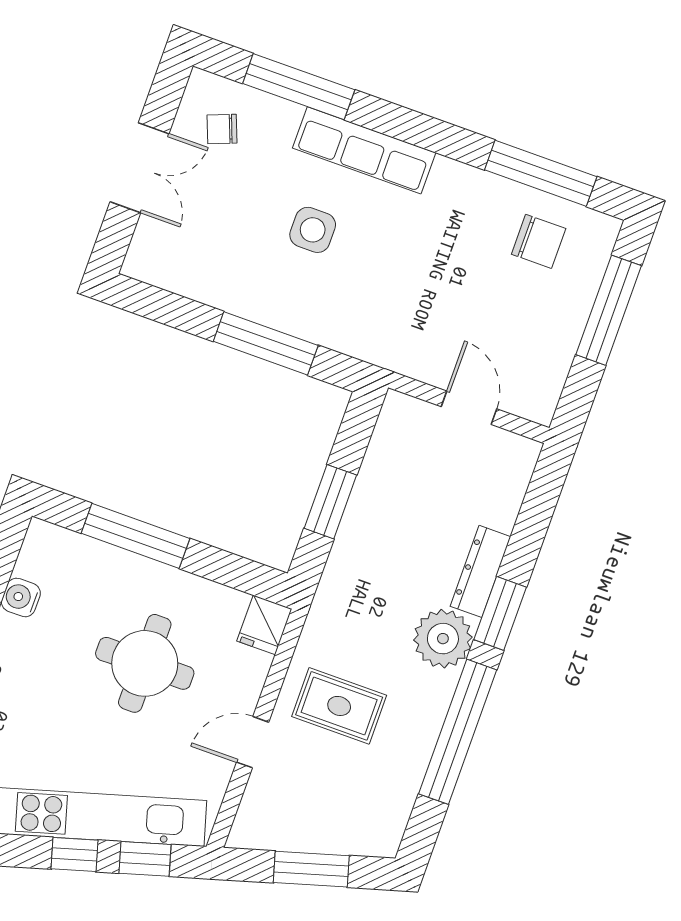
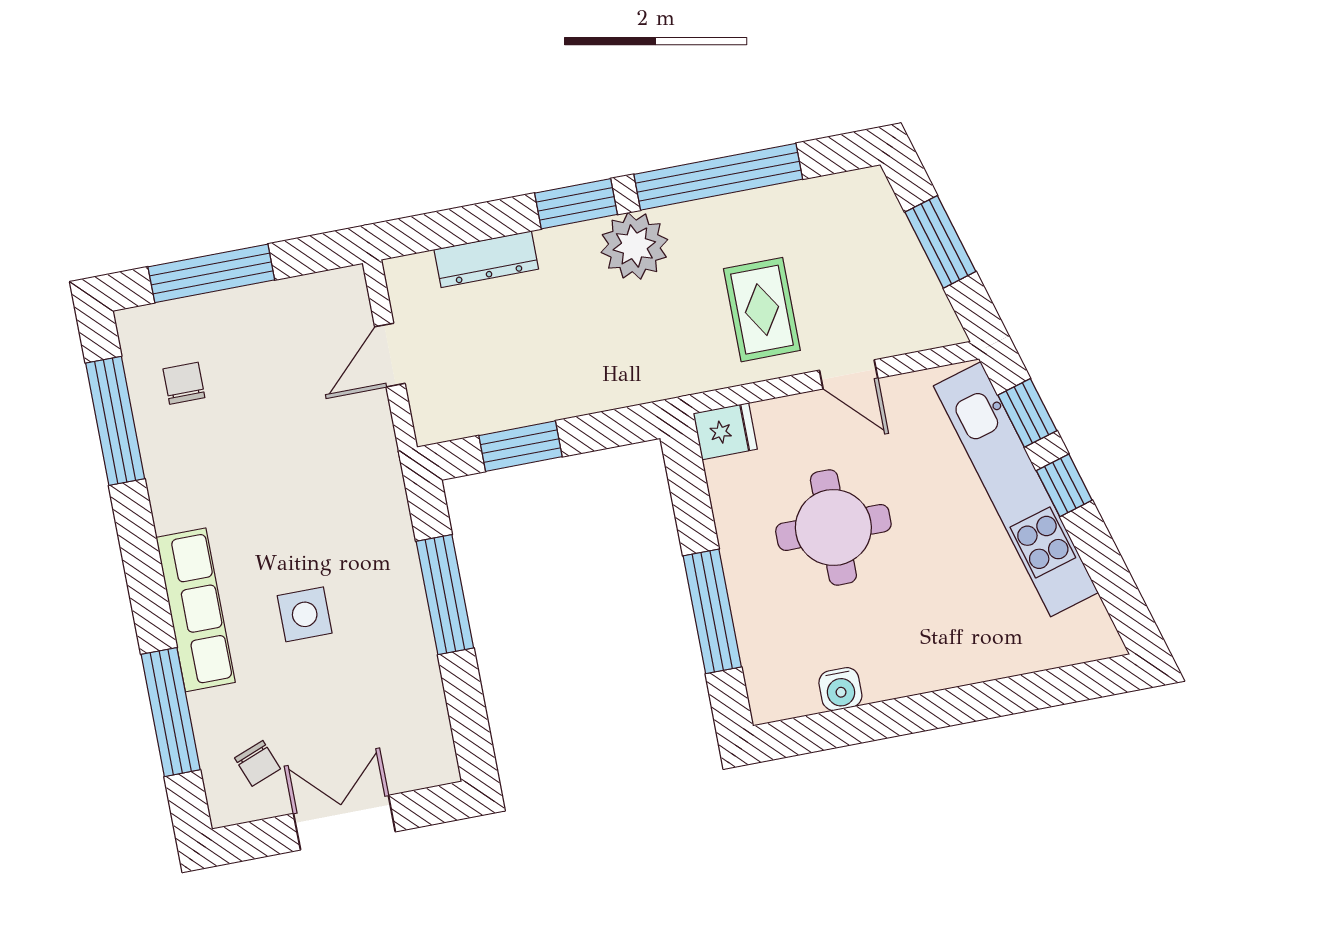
chair: (539, 241) -> (184, 383), width x0.73, depth x0.73
window: (330, 502) -> (520, 446), moved
dresser: (480, 571) -> (486, 259), moved

